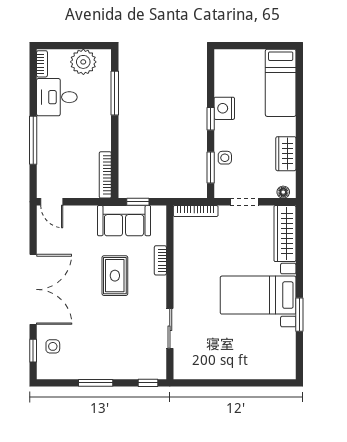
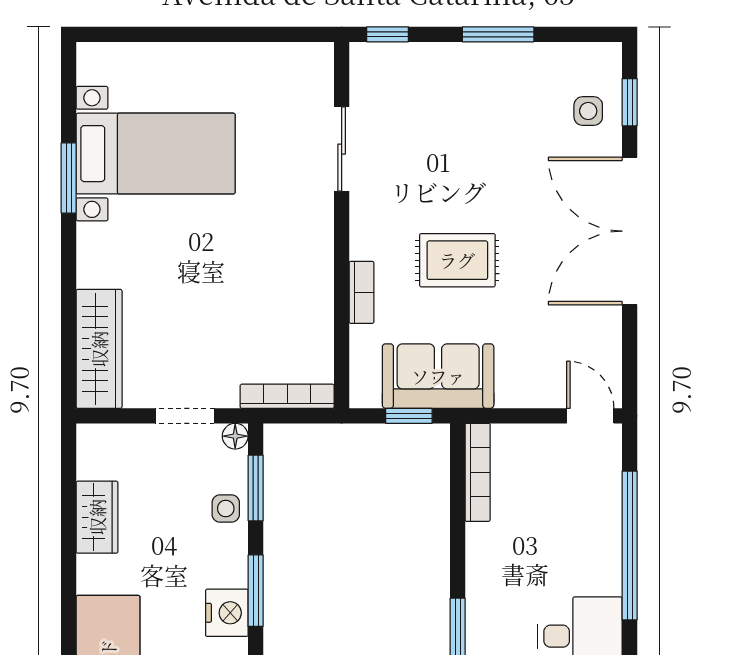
window: (211, 119) -> (256, 591), width x1.50
window: (33, 140) -> (630, 545), width x1.46
floor lamp: (283, 192) -> (235, 436), moved
rug: (115, 276) -> (457, 260), turned 90
bed with nightstands: (258, 295) -> (156, 154), moved

